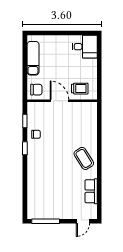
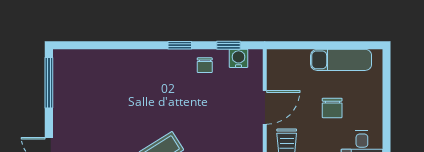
chair: (36, 90) -> (332, 108), moved
water cooler: (32, 115) -> (239, 58), added

